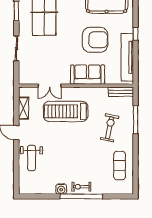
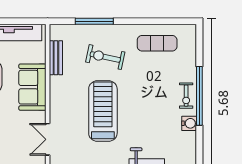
double door: (49, 86) -> (48, 139), swing flipped
bench: (121, 92) -> (56, 58), moved
treadmill: (66, 111) -> (103, 111), moved, turned 180

